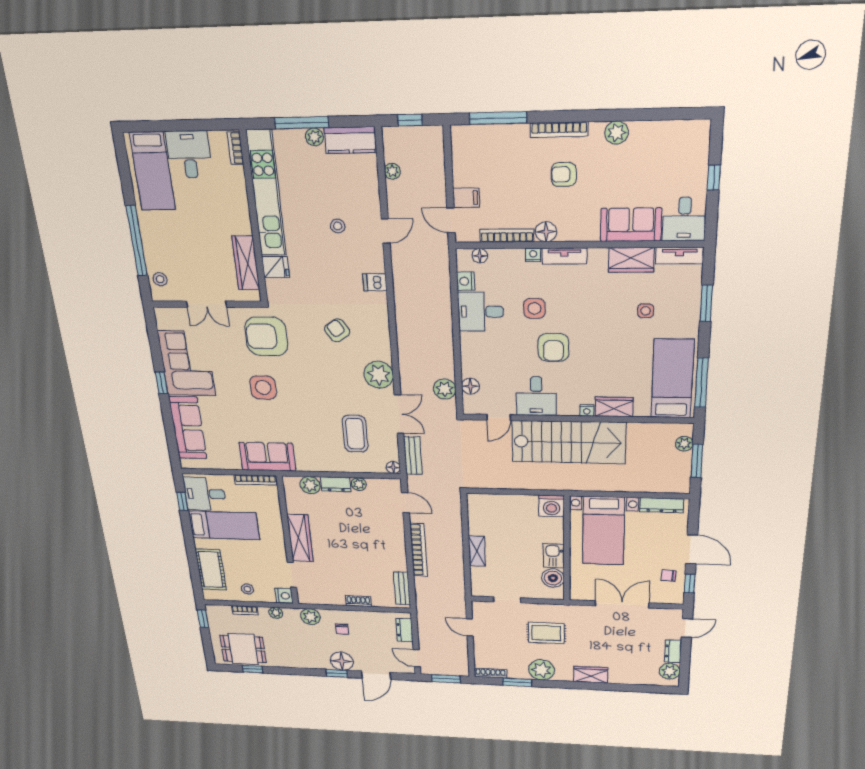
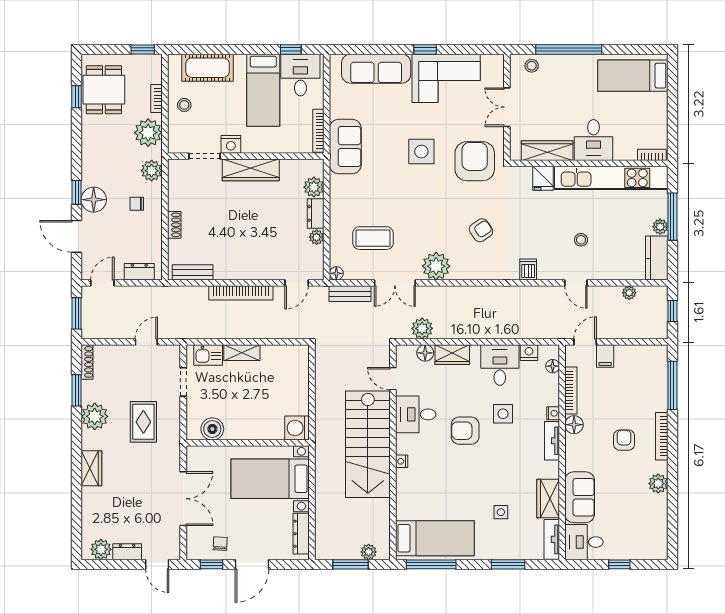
desk: (189, 154) -> (594, 140), moved, turned 90
wardrobe: (614, 407) -> (452, 355), moved, turned 90
kitchen sink: (554, 556) -> (208, 355), moved, turned 180
nightstand: (284, 596) -> (231, 144), moved
plant: (276, 613) -> (148, 133), width x1.87, depth x1.87

